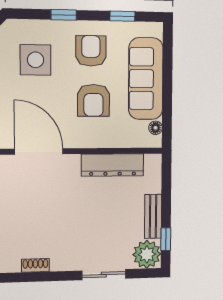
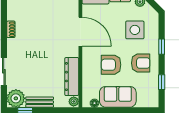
sofa: (146, 79) -> (118, 97), width x0.73
door: (39, 151) -> (80, 32), hinge flipped
plant: (153, 161) -> (74, 101), added

